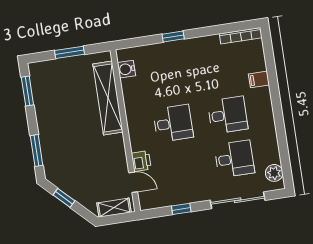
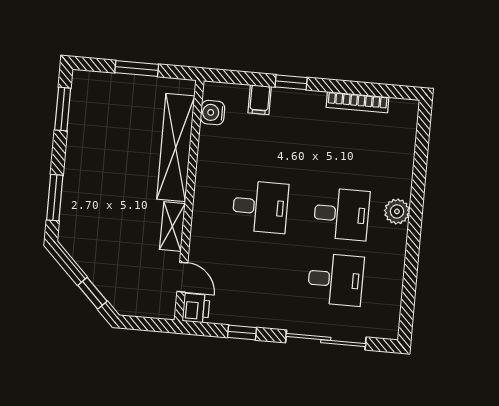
bookcase: (241, 36) -> (358, 102), moved
filing cabinet: (259, 79) -> (260, 100), moved, turned -90
printer: (141, 161) -> (196, 308), moved
plant: (274, 173) -> (397, 211), moved
window: (64, 198) -> (92, 293), moved
shelving: (114, 208) -> (172, 227), moved, turned 90

